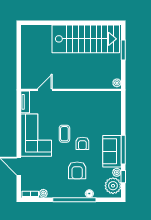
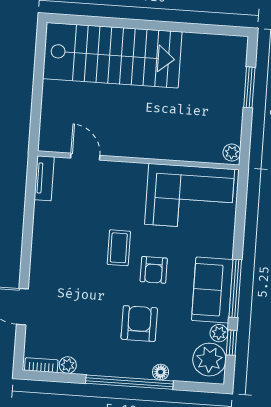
stairs: (86, 39) -> (112, 55), moved
door: (45, 90) -> (85, 157), hinge flipped
corner sofa: (36, 135) -> (190, 197), moved, turned 90
armchair: (77, 170) -> (139, 324), turned 180

